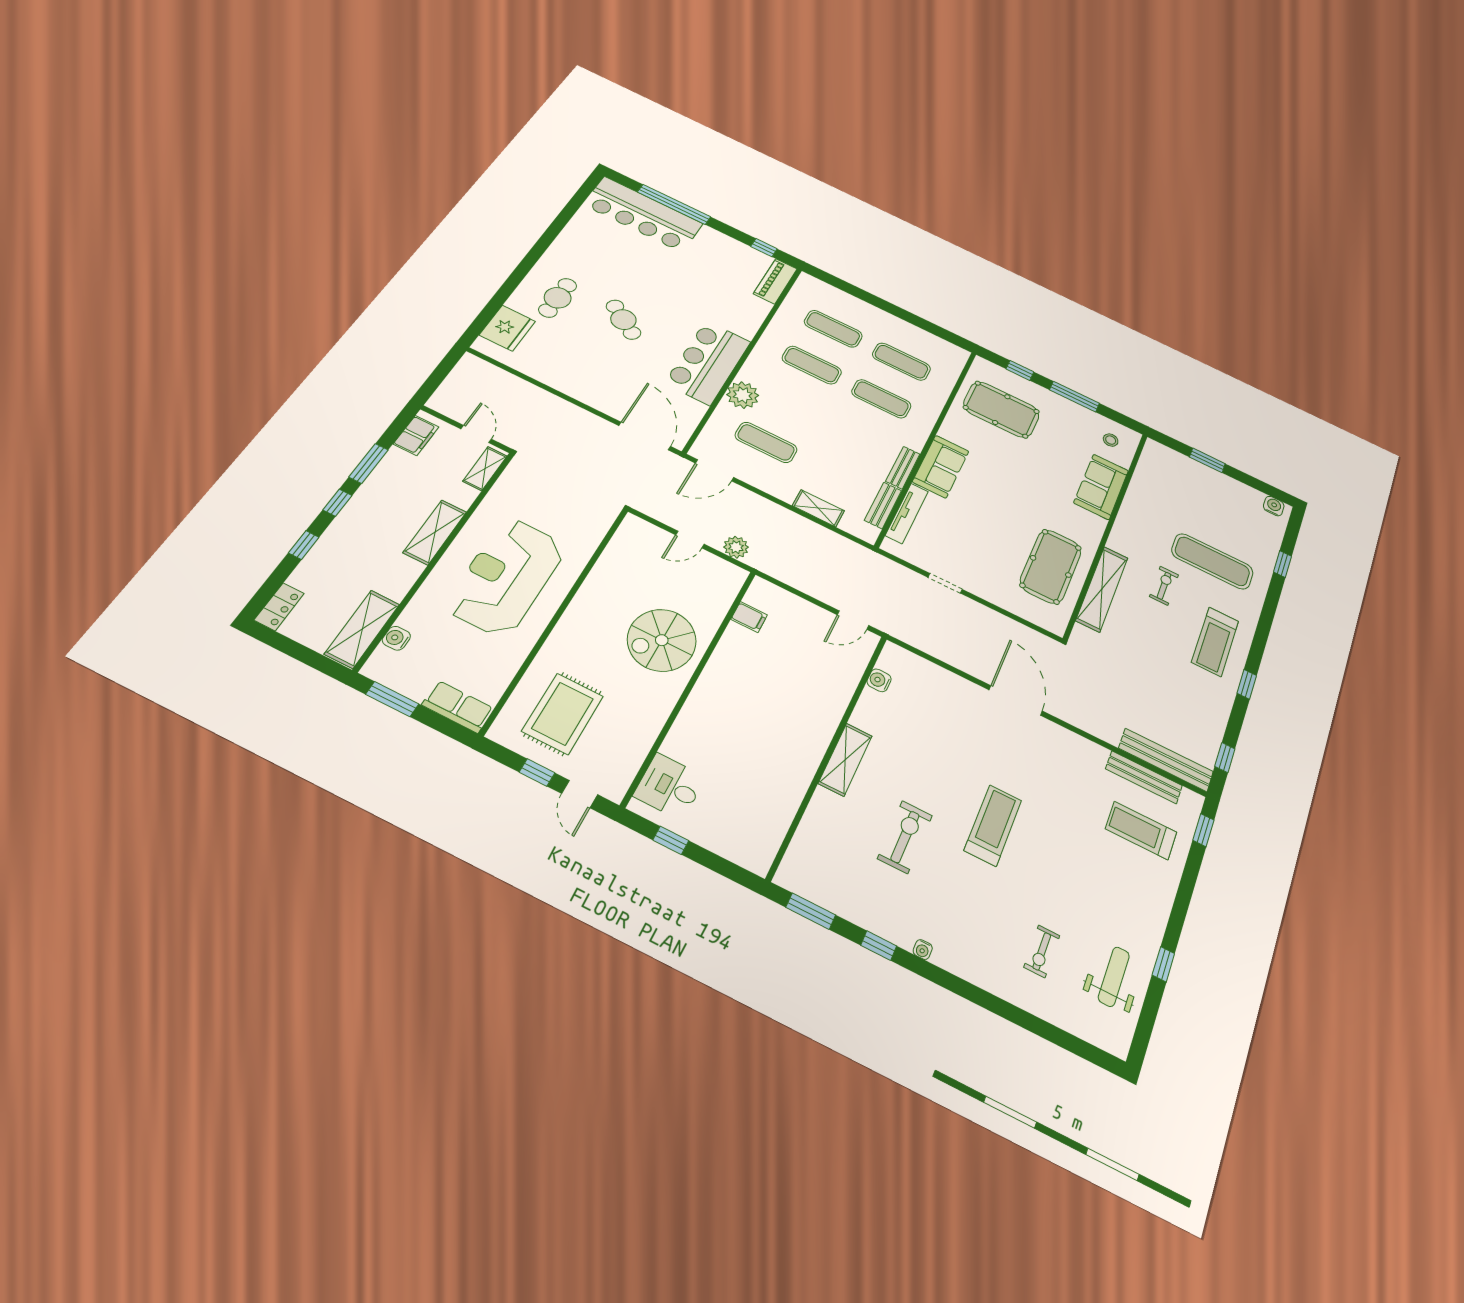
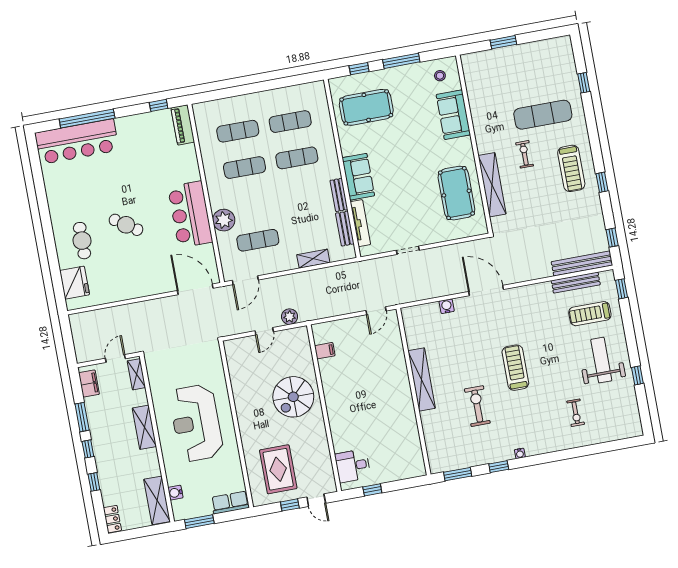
door: (476, 434) -> (115, 359), hinge flipped
water cooler: (1274, 506) -> (559, 44), removed
water cooler: (879, 680) -> (447, 306), moved, turned 90
shelving: (845, 759) -> (422, 379), width x1.47
weight bench: (1114, 977) -> (601, 360), moved, width x1.36, depth x1.33

